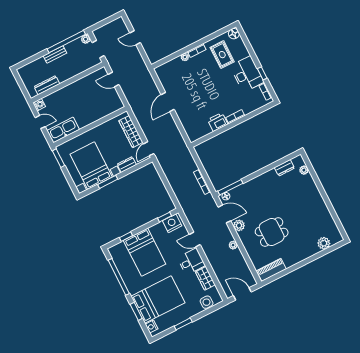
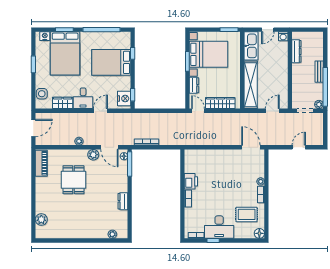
door: (168, 102) -> (251, 147), moved
shelving: (100, 112) -> (251, 85), added
dresser: (284, 168) -> (123, 201), moved
door: (224, 214) -> (109, 147), hinge flipped

